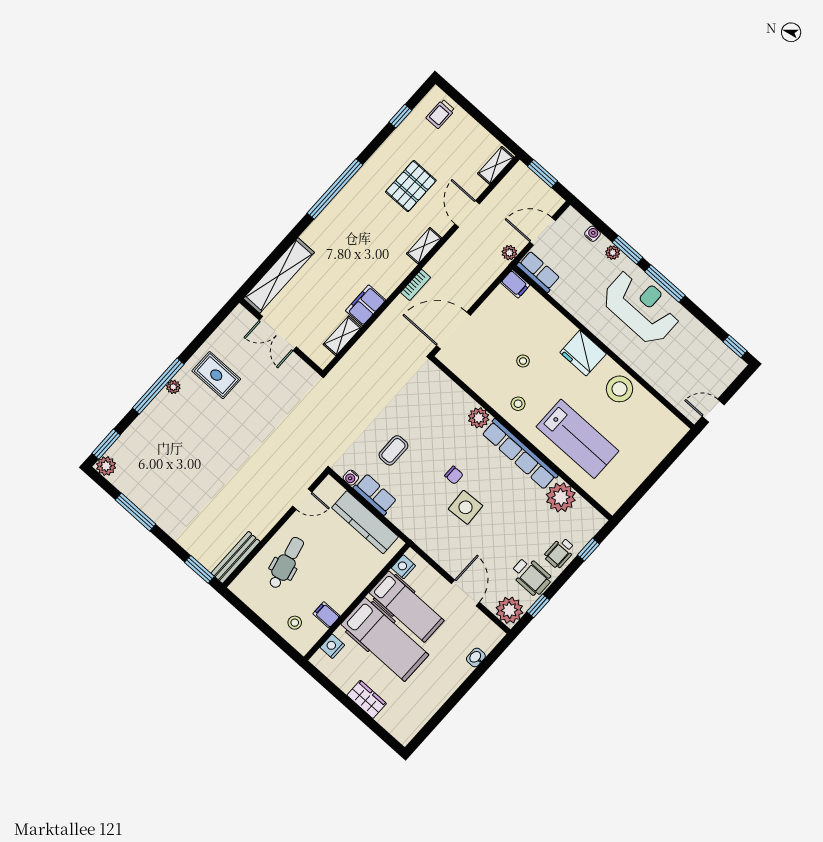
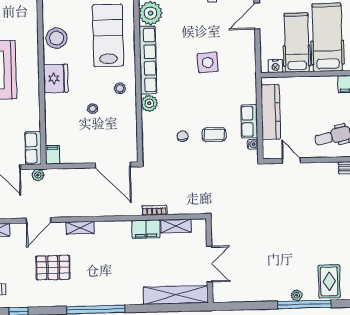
bookcase: (416, 285) -> (154, 210), moved
rug: (216, 375) -> (329, 281), moved
chair: (454, 475) -> (183, 136), moved

